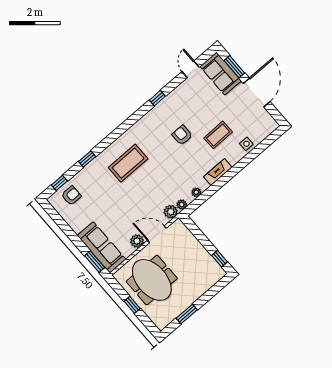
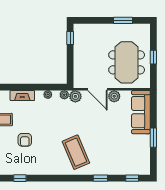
coffee table: (128, 163) -> (76, 152), turned 67
armchair: (71, 196) -> (131, 163), removed
window: (95, 262) -> (153, 138), moved

